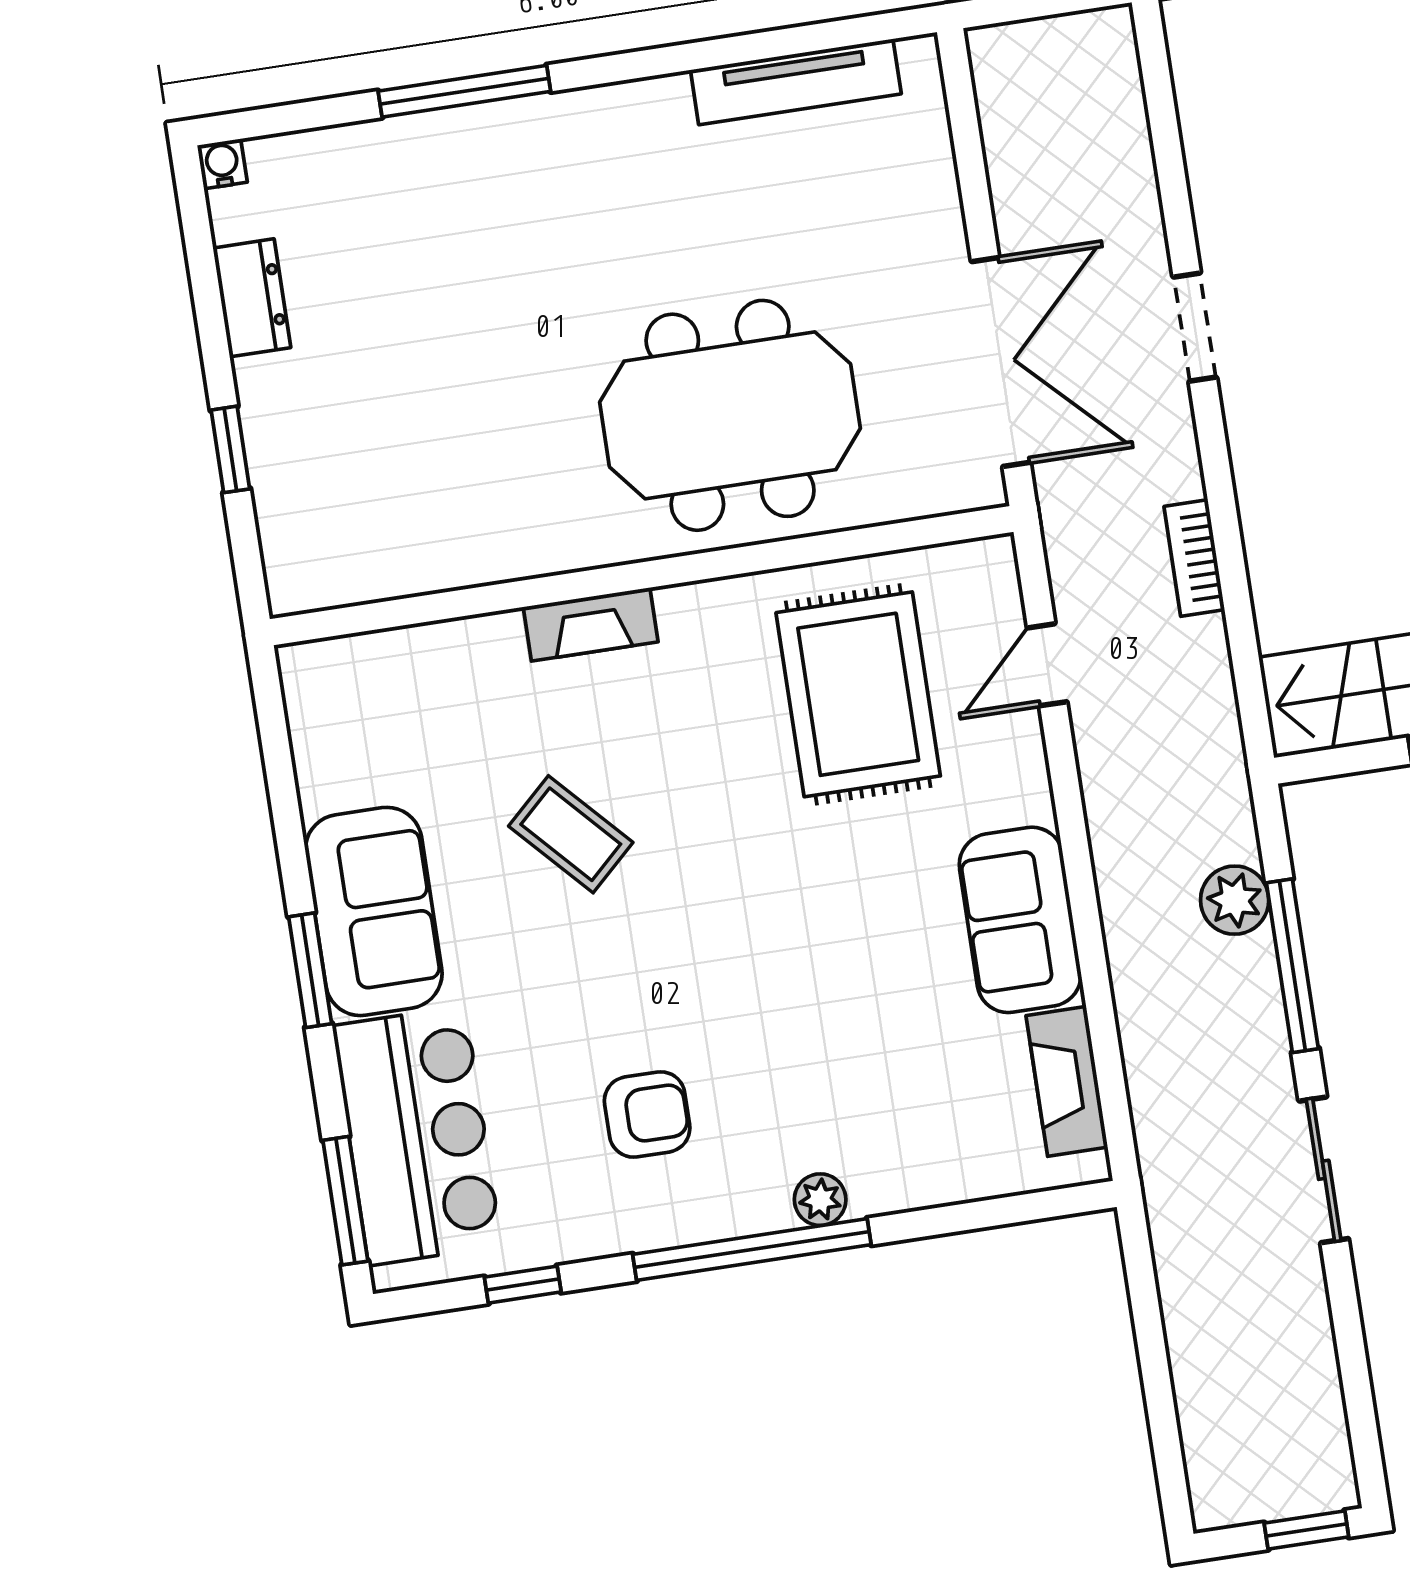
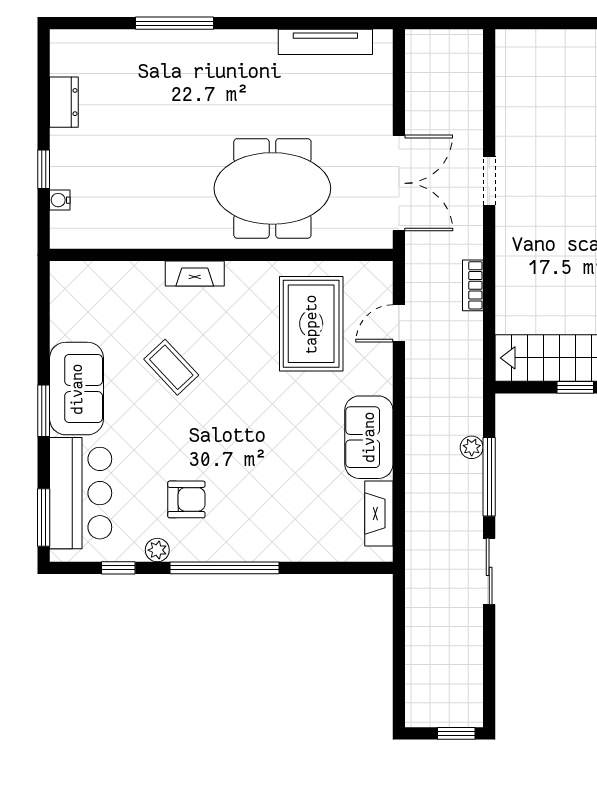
water cooler: (222, 164) -> (60, 200), moved, turned -90
plant: (1235, 900) -> (472, 447), width x0.73, depth x0.73
plant: (820, 1200) -> (157, 550), moved

